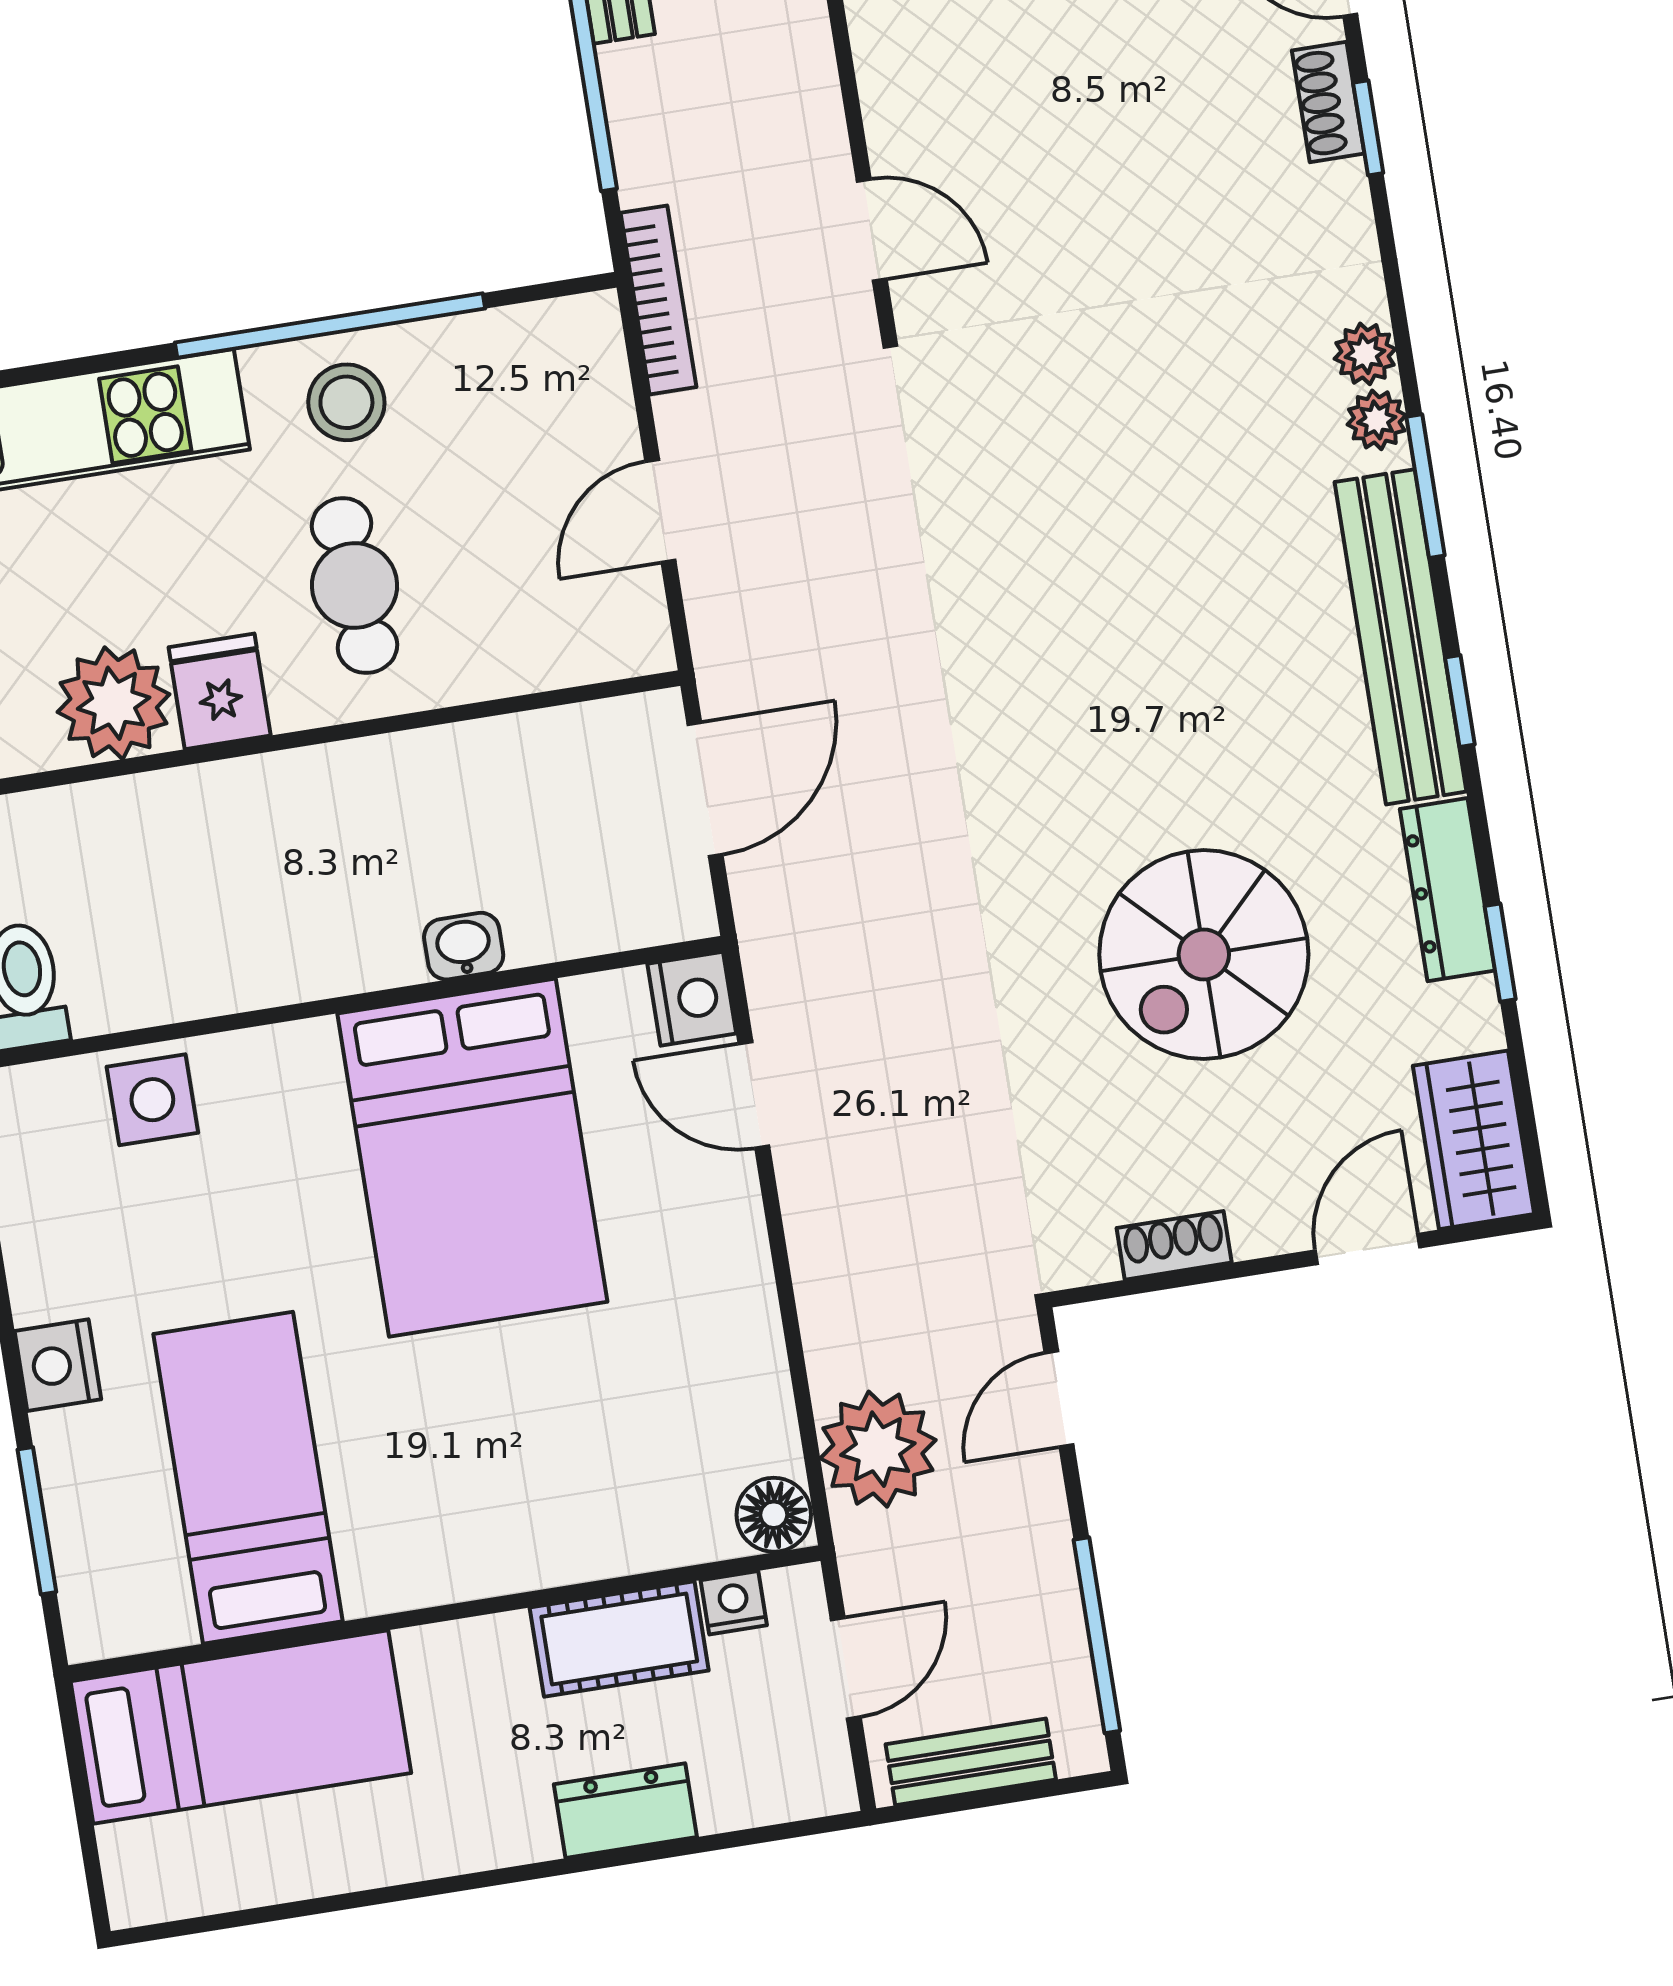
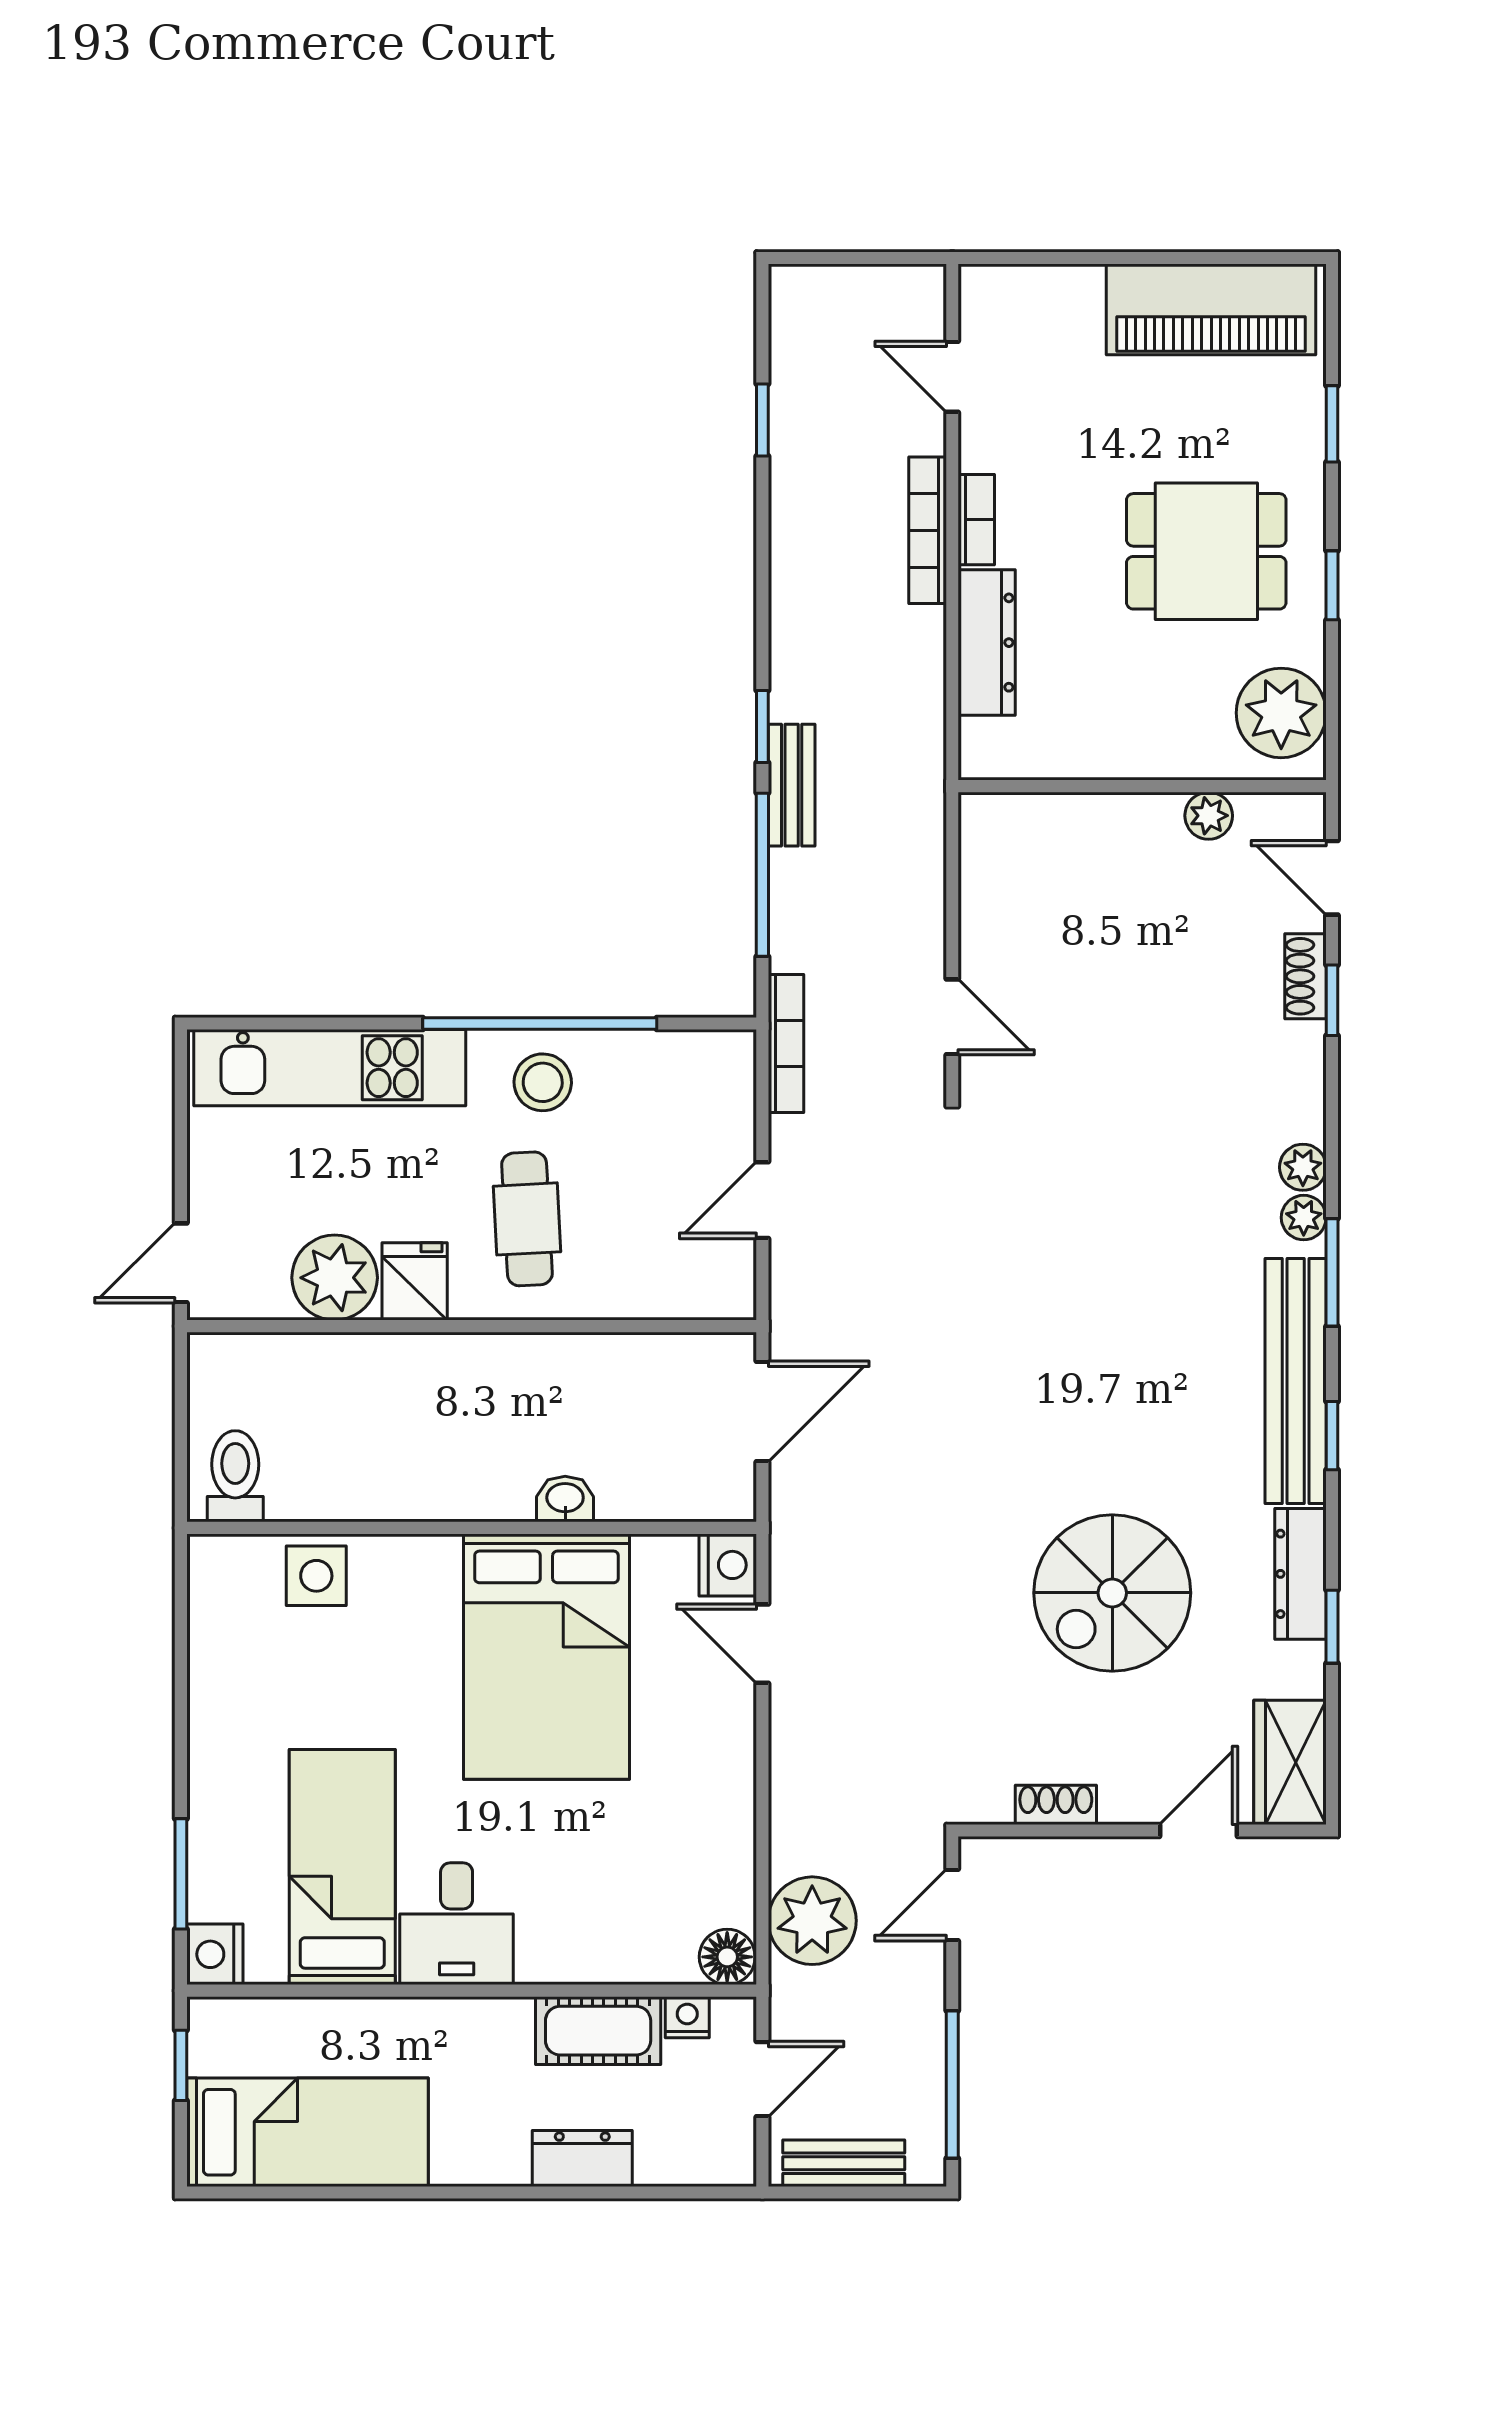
nightstand: (58, 1365) -> (215, 1954), moved
desk: (410, 1528) -> (457, 1924), added
bed: (241, 1727) -> (307, 2132), moved
window: (77, 1773) -> (181, 2065), added

